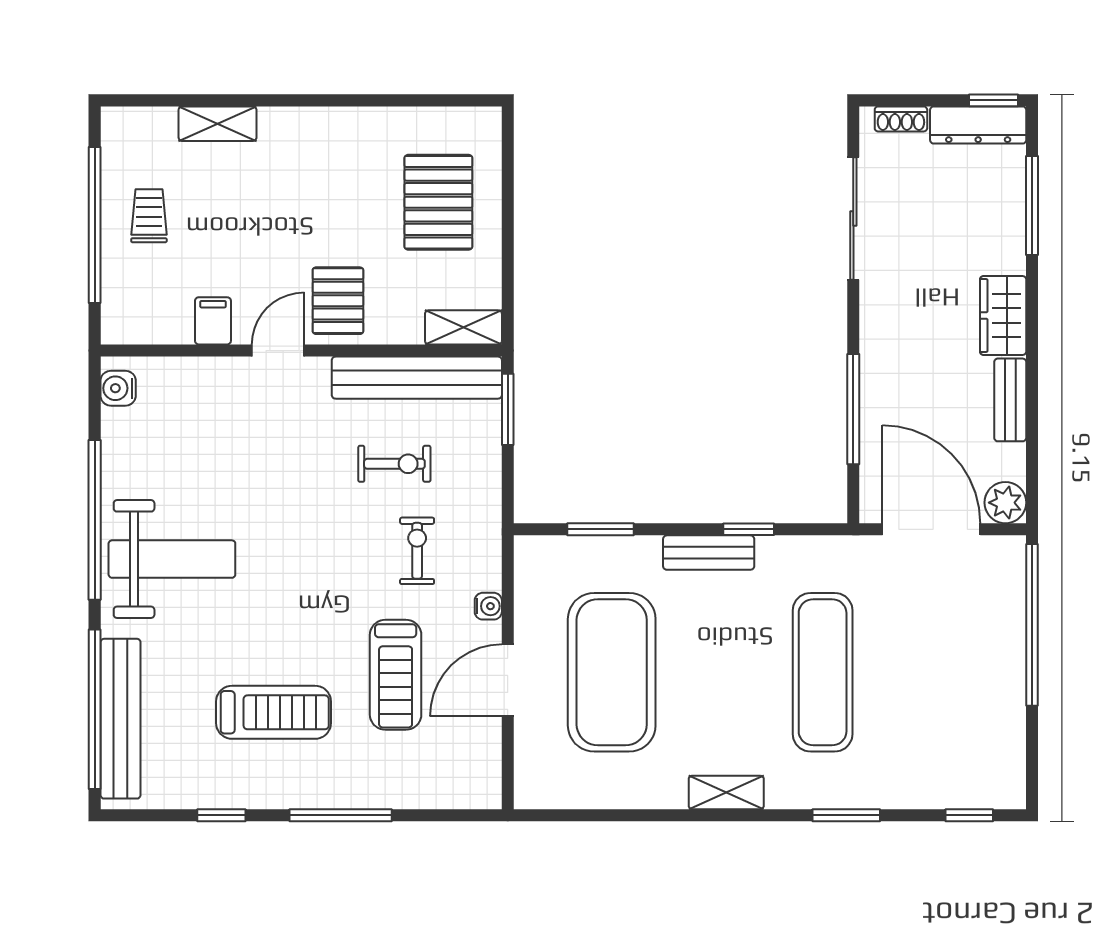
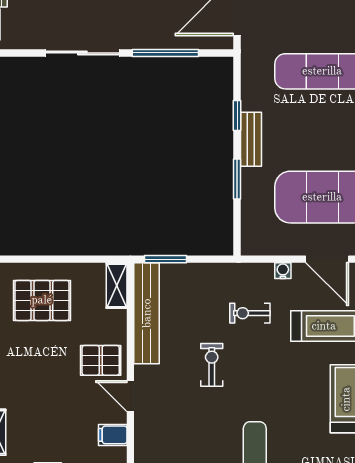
sliding door: (853, 218) -> (82, 53), moved
exercise bike: (394, 464) -> (212, 365), moved
window: (601, 529) -> (237, 179), moved

